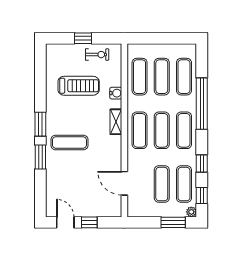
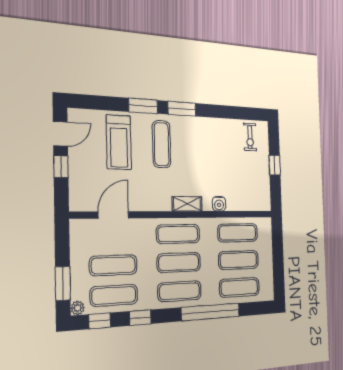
exercise bike: (97, 55) -> (250, 137), moved
treadmill: (79, 86) -> (119, 142), moved

